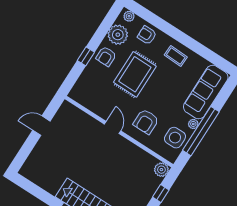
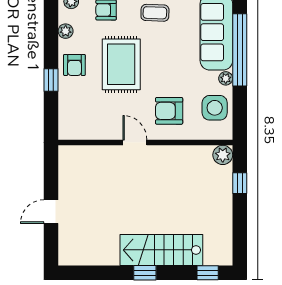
plant: (118, 35) -> (66, 31), width x0.53, depth x0.53
armchair: (146, 122) -> (169, 111), turned 90
door: (41, 126) -> (51, 212), moved
window: (201, 131) -> (240, 50), moved

